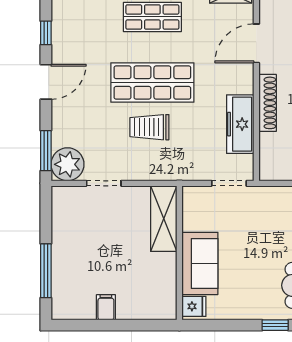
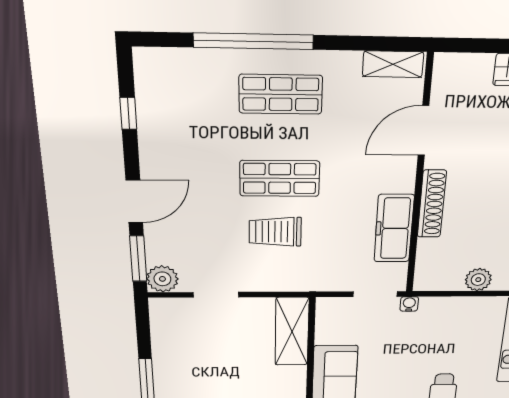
door: (46, 82) -> (134, 201), moved
shop shelf: (152, 83) -> (280, 178), width x0.70, depth x0.74
plant: (67, 164) -> (162, 279), width x0.73, depth x0.73
water cooler: (257, 193) -> (409, 304), added

